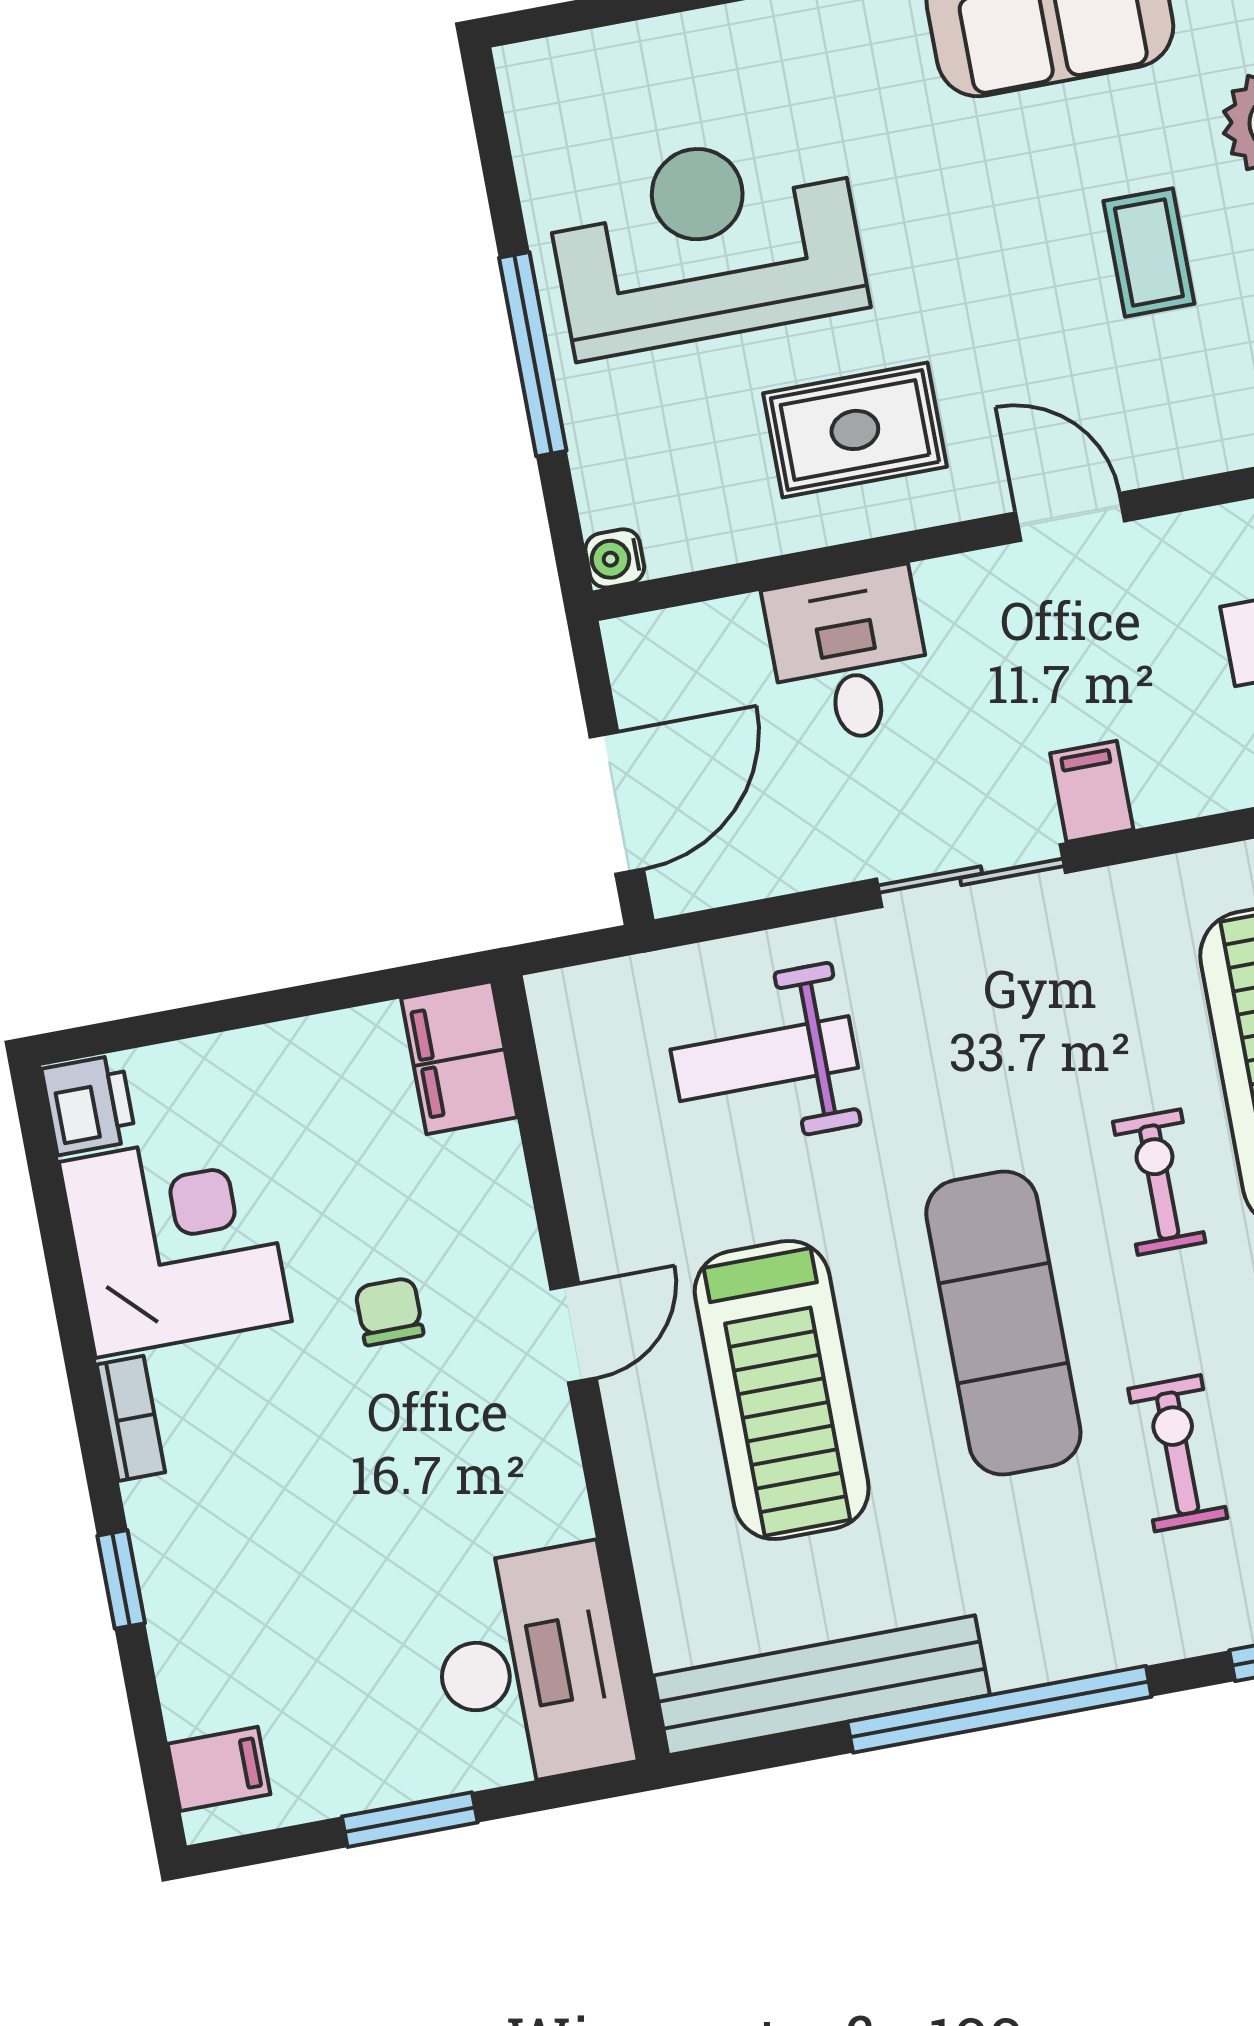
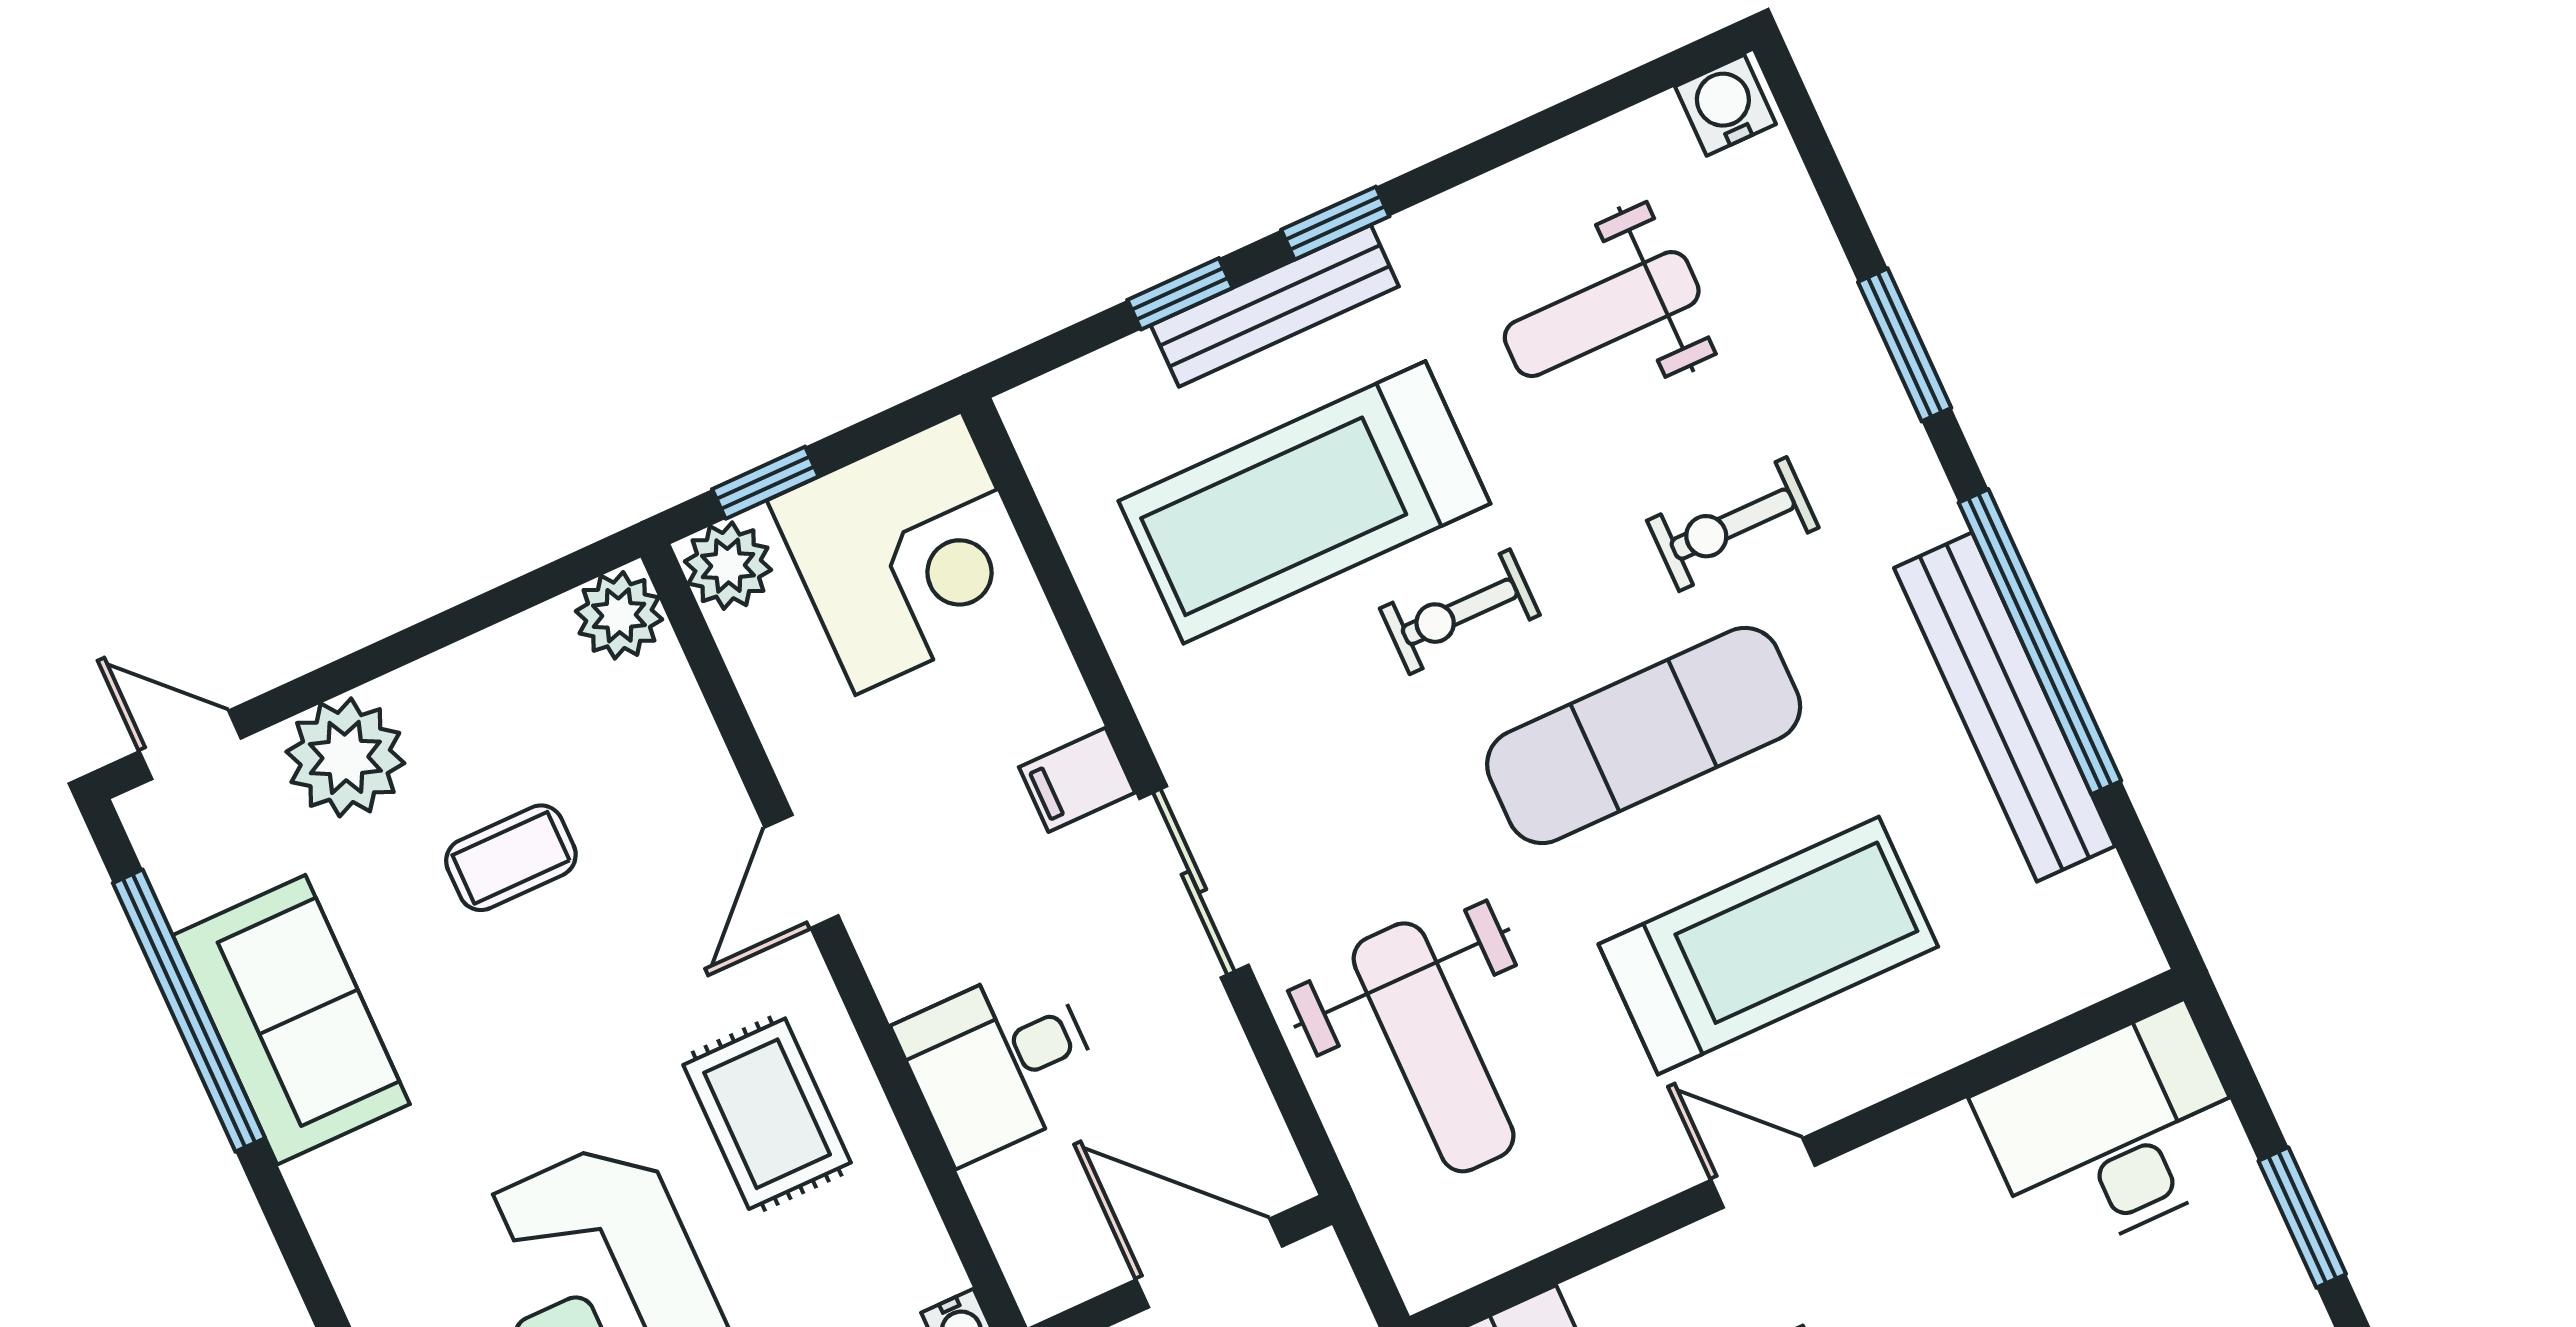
weight bench: (764, 1059) -> (1434, 1047), width x1.36, depth x1.33
bench: (822, 1685) -> (2004, 707), moved

